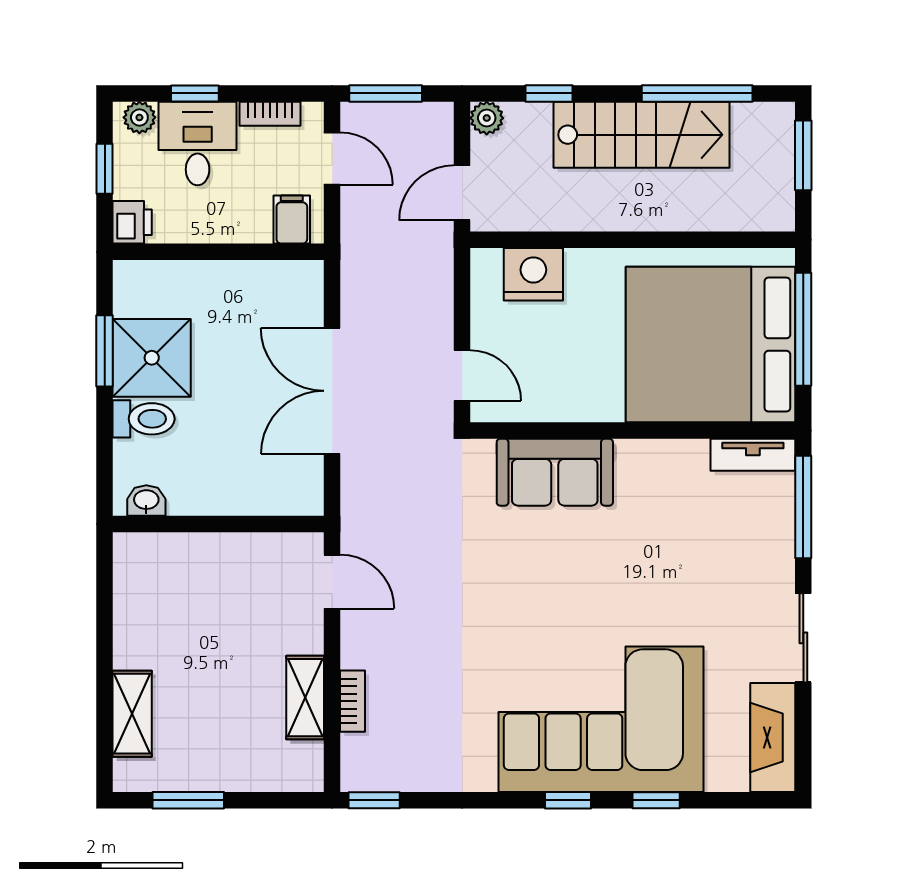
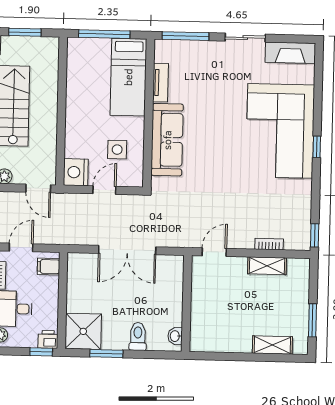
window: (105, 169) -> (41, 352), moved
nightstand: (533, 274) -> (76, 172), moved
bed: (711, 345) -> (128, 77), width x0.49
shower: (152, 358) -> (83, 331), moved
side table: (551, 363) -> (117, 150), added
door: (462, 375) -> (104, 190), moved
tv unit: (753, 455) -> (161, 83), moved
sofa: (555, 472) -> (167, 140), width x1.36
window: (656, 800) -> (318, 107), removed

